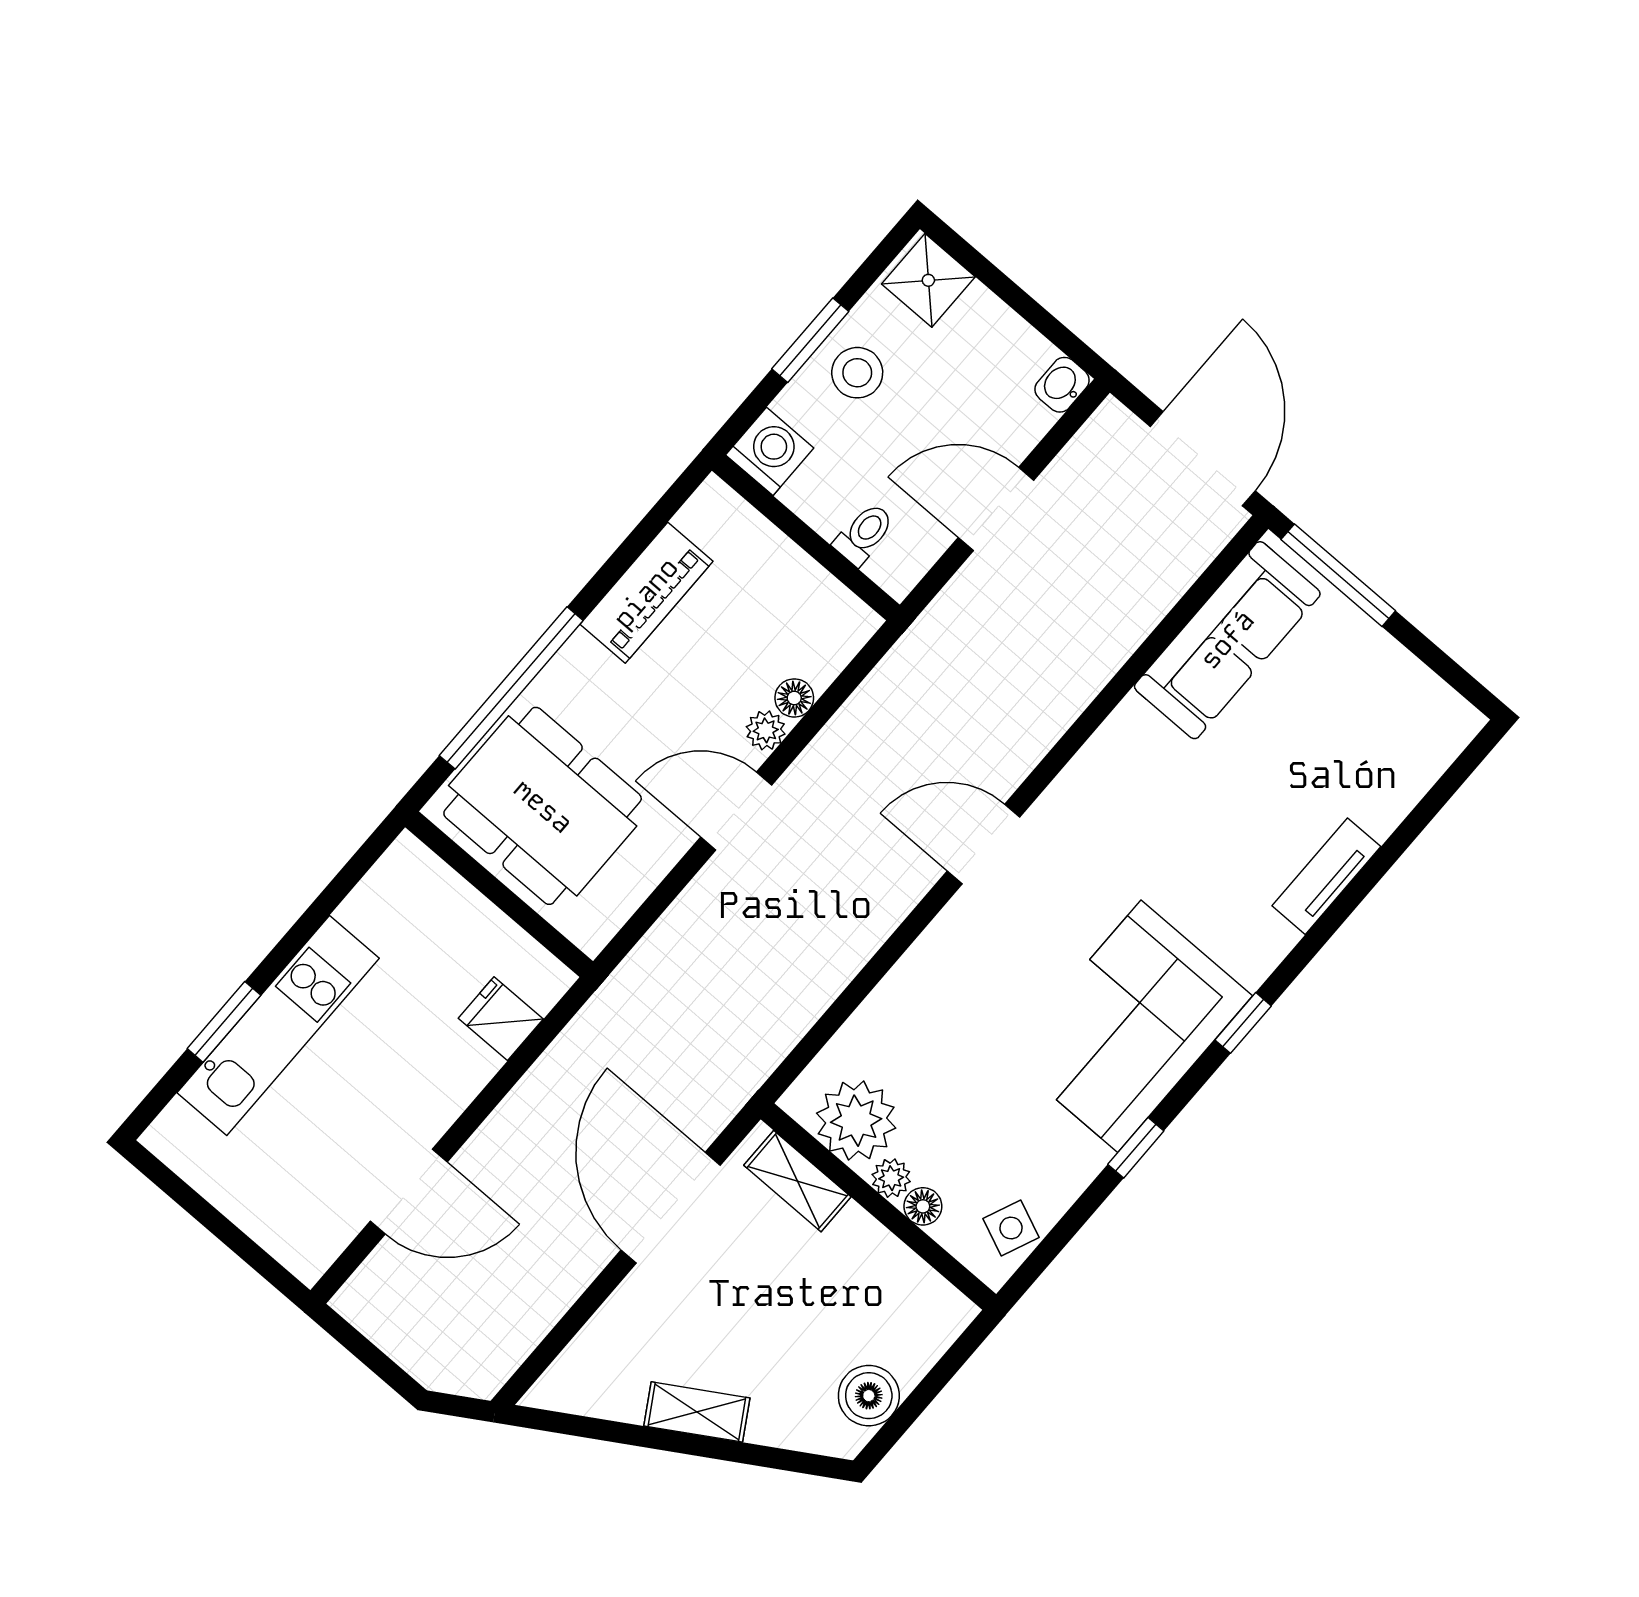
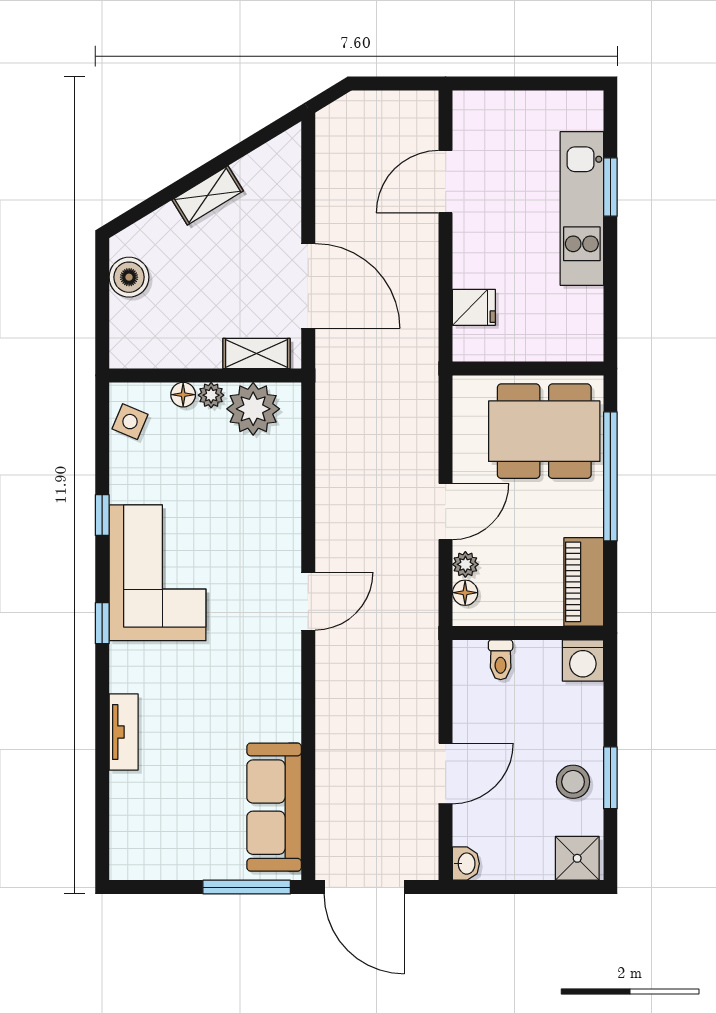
washing machine: (770, 451) -> (583, 660), moved
toilet: (864, 534) -> (501, 660), moved
wall: (806, 538) -> (528, 633), moved

